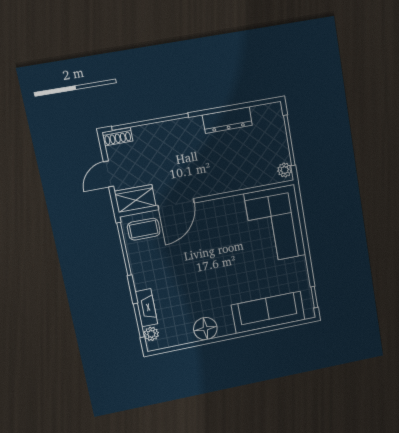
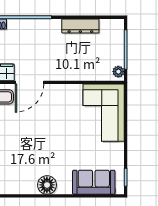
sofa: (268, 312) -> (94, 182), width x0.73
floor lamp: (205, 329) -> (47, 185), moved

